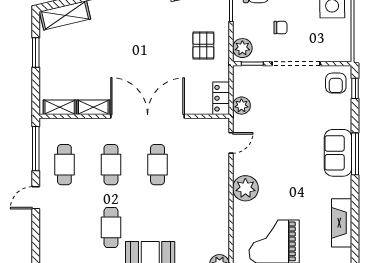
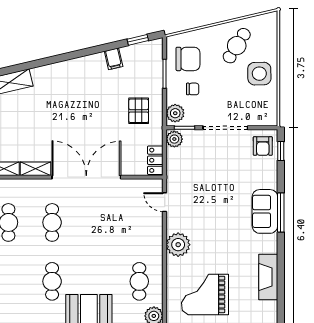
chair: (280, 28) -> (193, 89), moved
plant: (241, 106) -> (174, 139), moved
door: (231, 143) -> (165, 202), swing flipped
cafe table: (158, 165) -> (139, 281), moved

